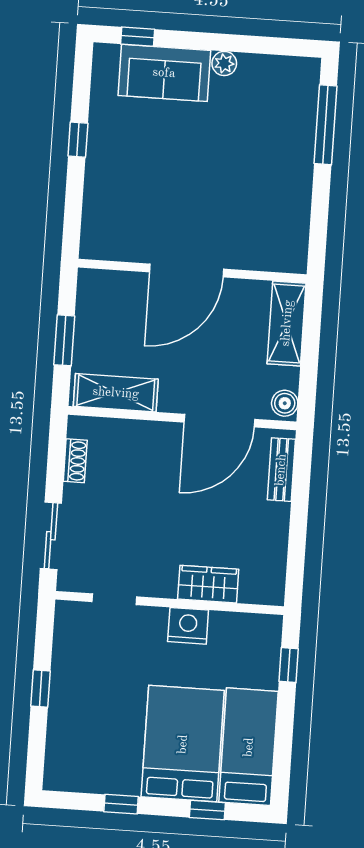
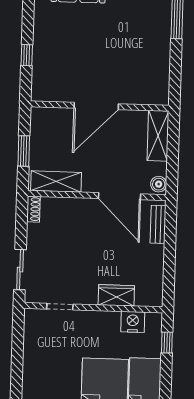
window: (78, 140) -> (27, 55), moved
door: (219, 421) -> (119, 196), hinge flipped
shoe rack: (75, 461) -> (34, 209), moved
nightstand: (188, 626) -> (133, 322), moved
window: (40, 689) -> (17, 362), removed

